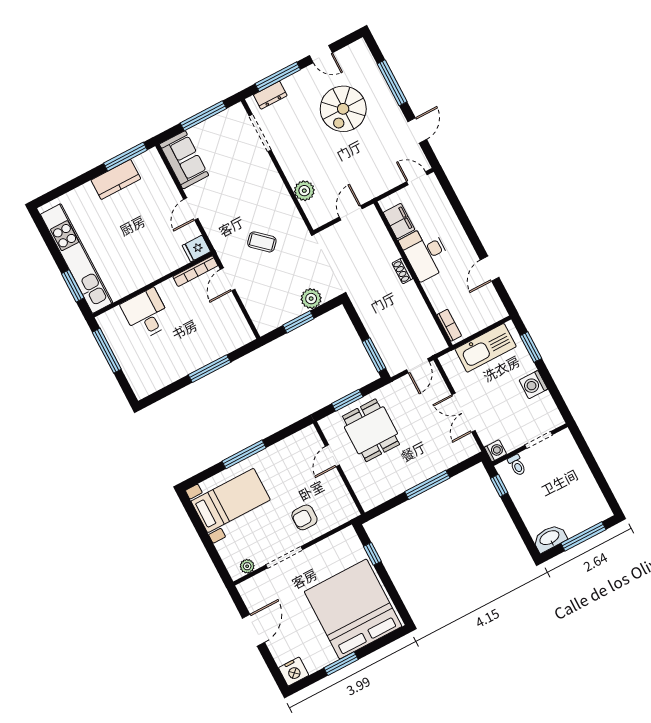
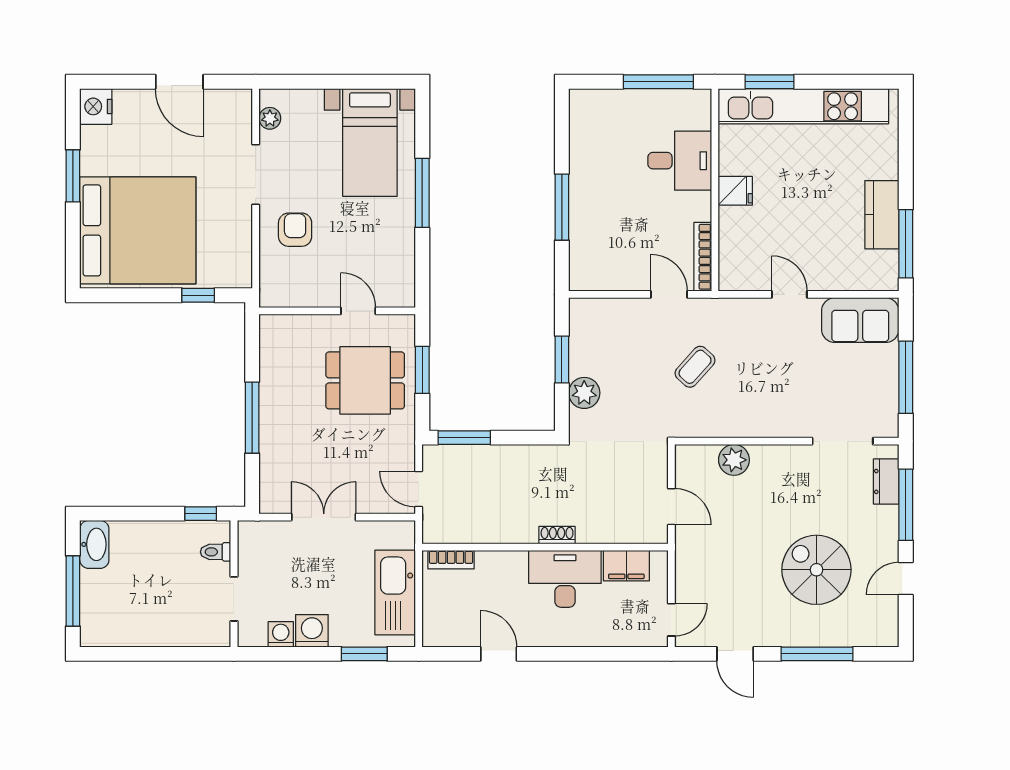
fridge: (196, 249) -> (735, 191), moved, turned 90
washing machine: (495, 451) -> (281, 634), moved, turned 180

